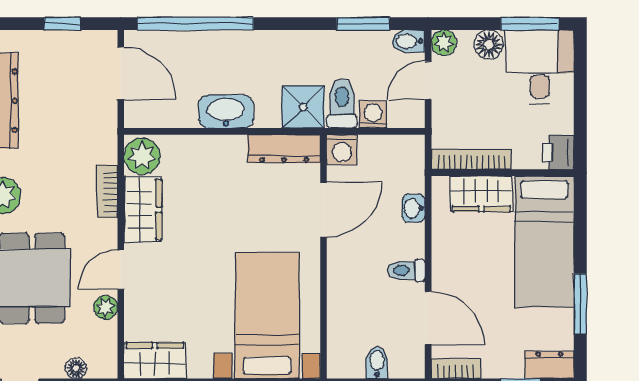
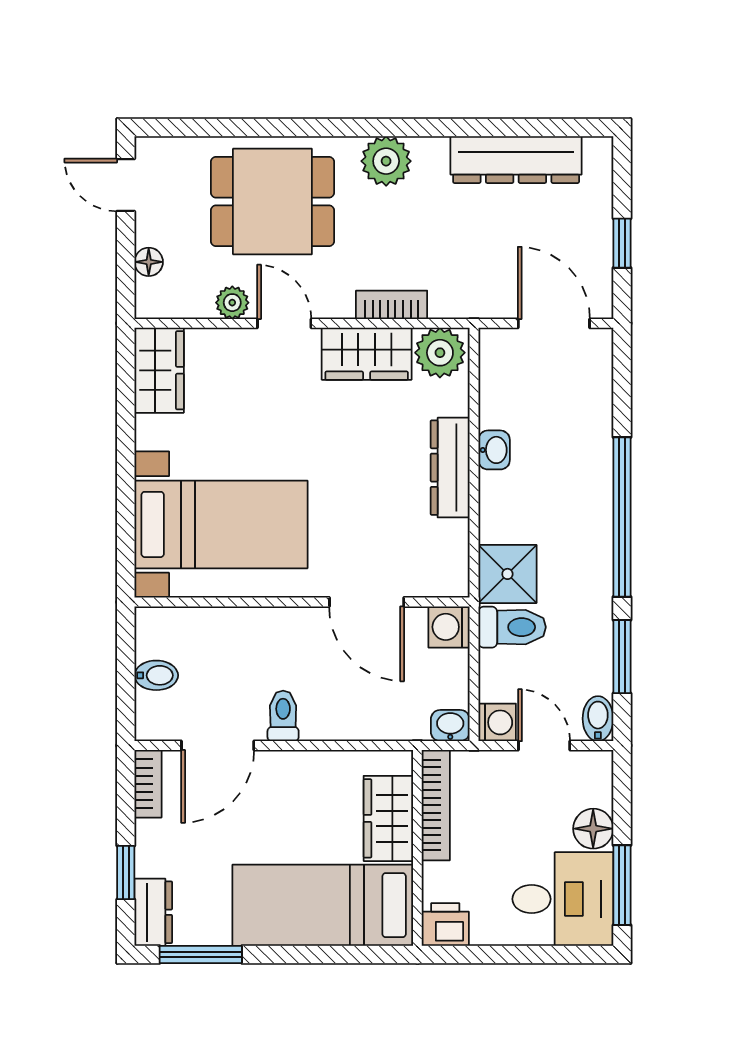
window: (196, 24) -> (622, 517), moved
plant: (444, 43) -> (596, 767), removed
door: (121, 73) -> (554, 323), swing flipped
washbasin: (226, 112) -> (494, 450), width x0.52, depth x0.69
washing machine: (373, 115) -> (497, 722), moved
dresser: (284, 149) -> (450, 468), moved
washbasin: (414, 208) -> (450, 726), moved
window: (580, 304) -> (201, 955), moved

